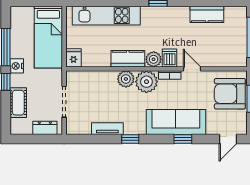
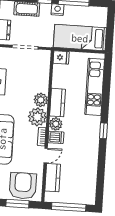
kitchen counter: (207, 14) -> (53, 178), moved, turned 180

